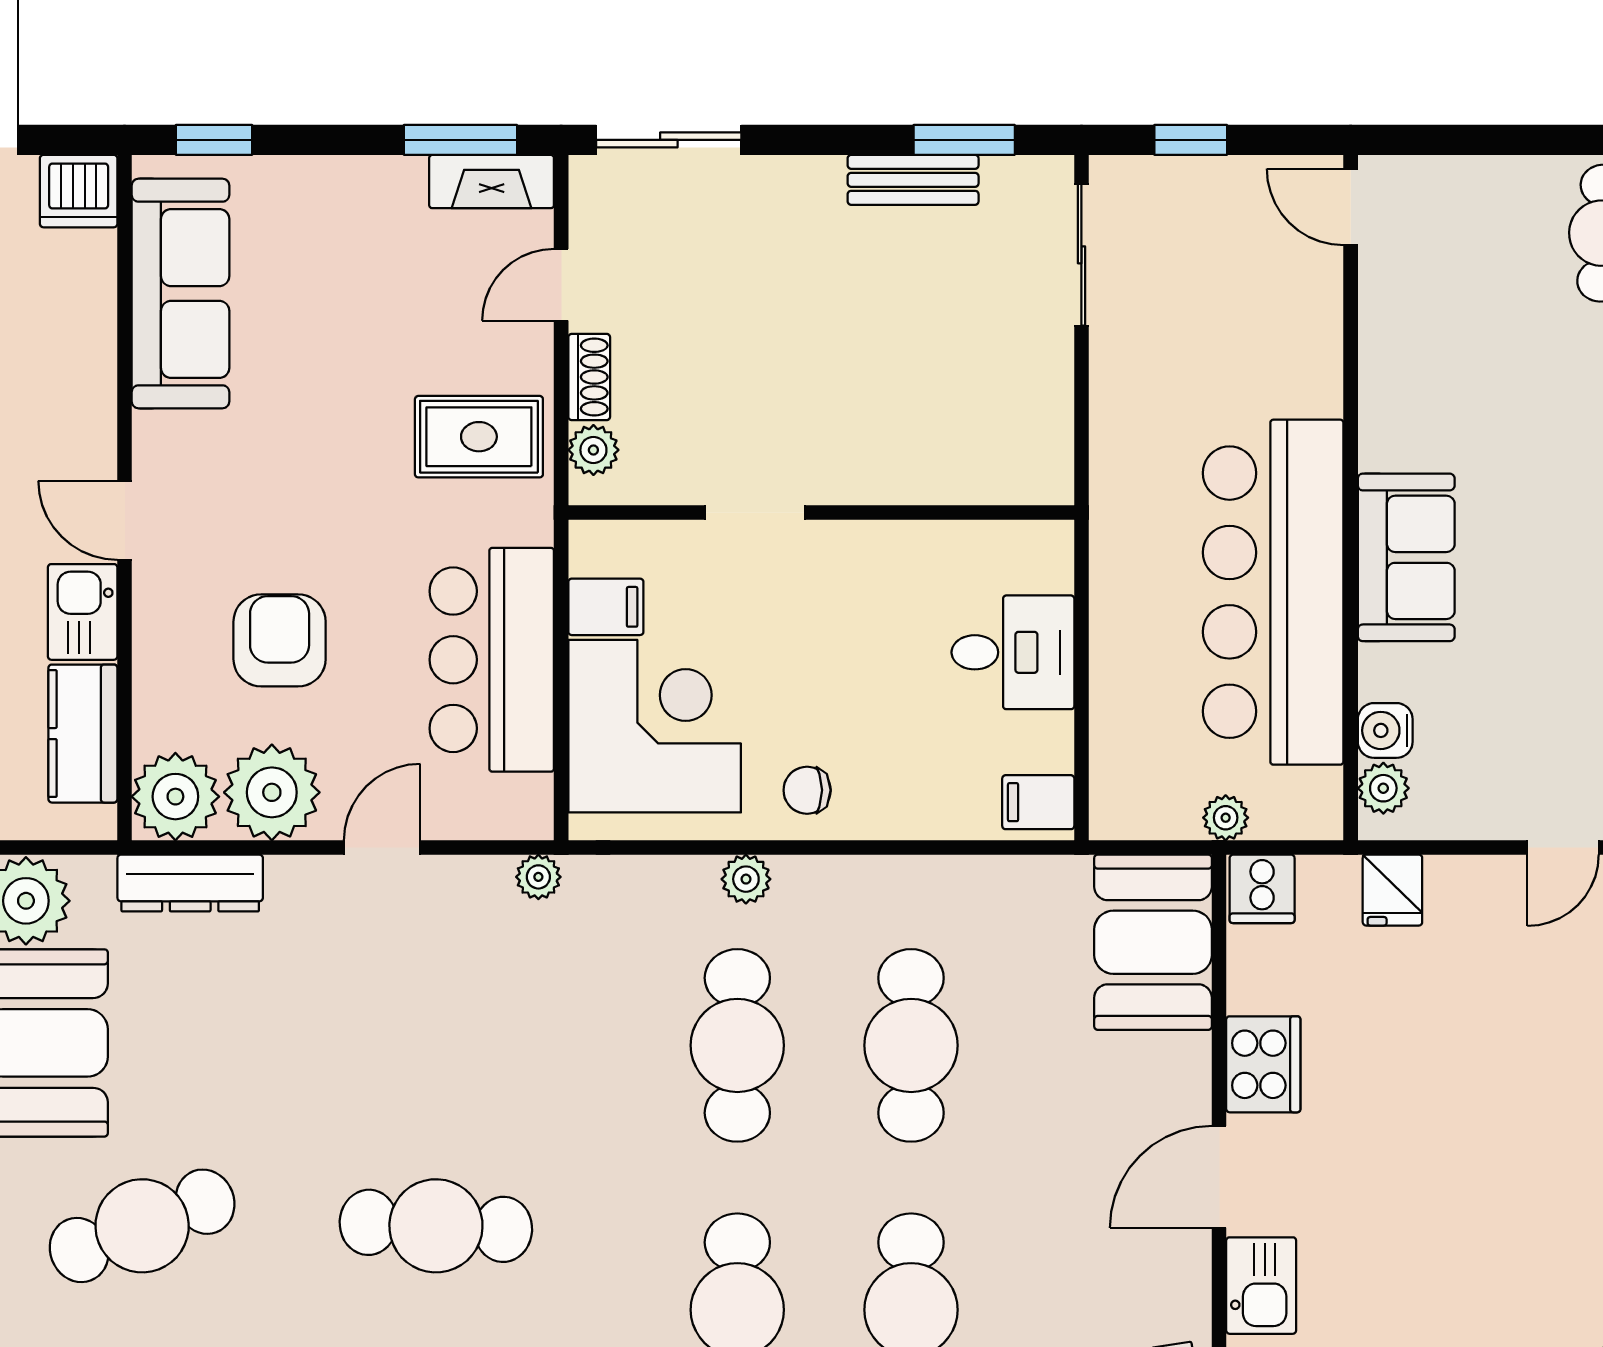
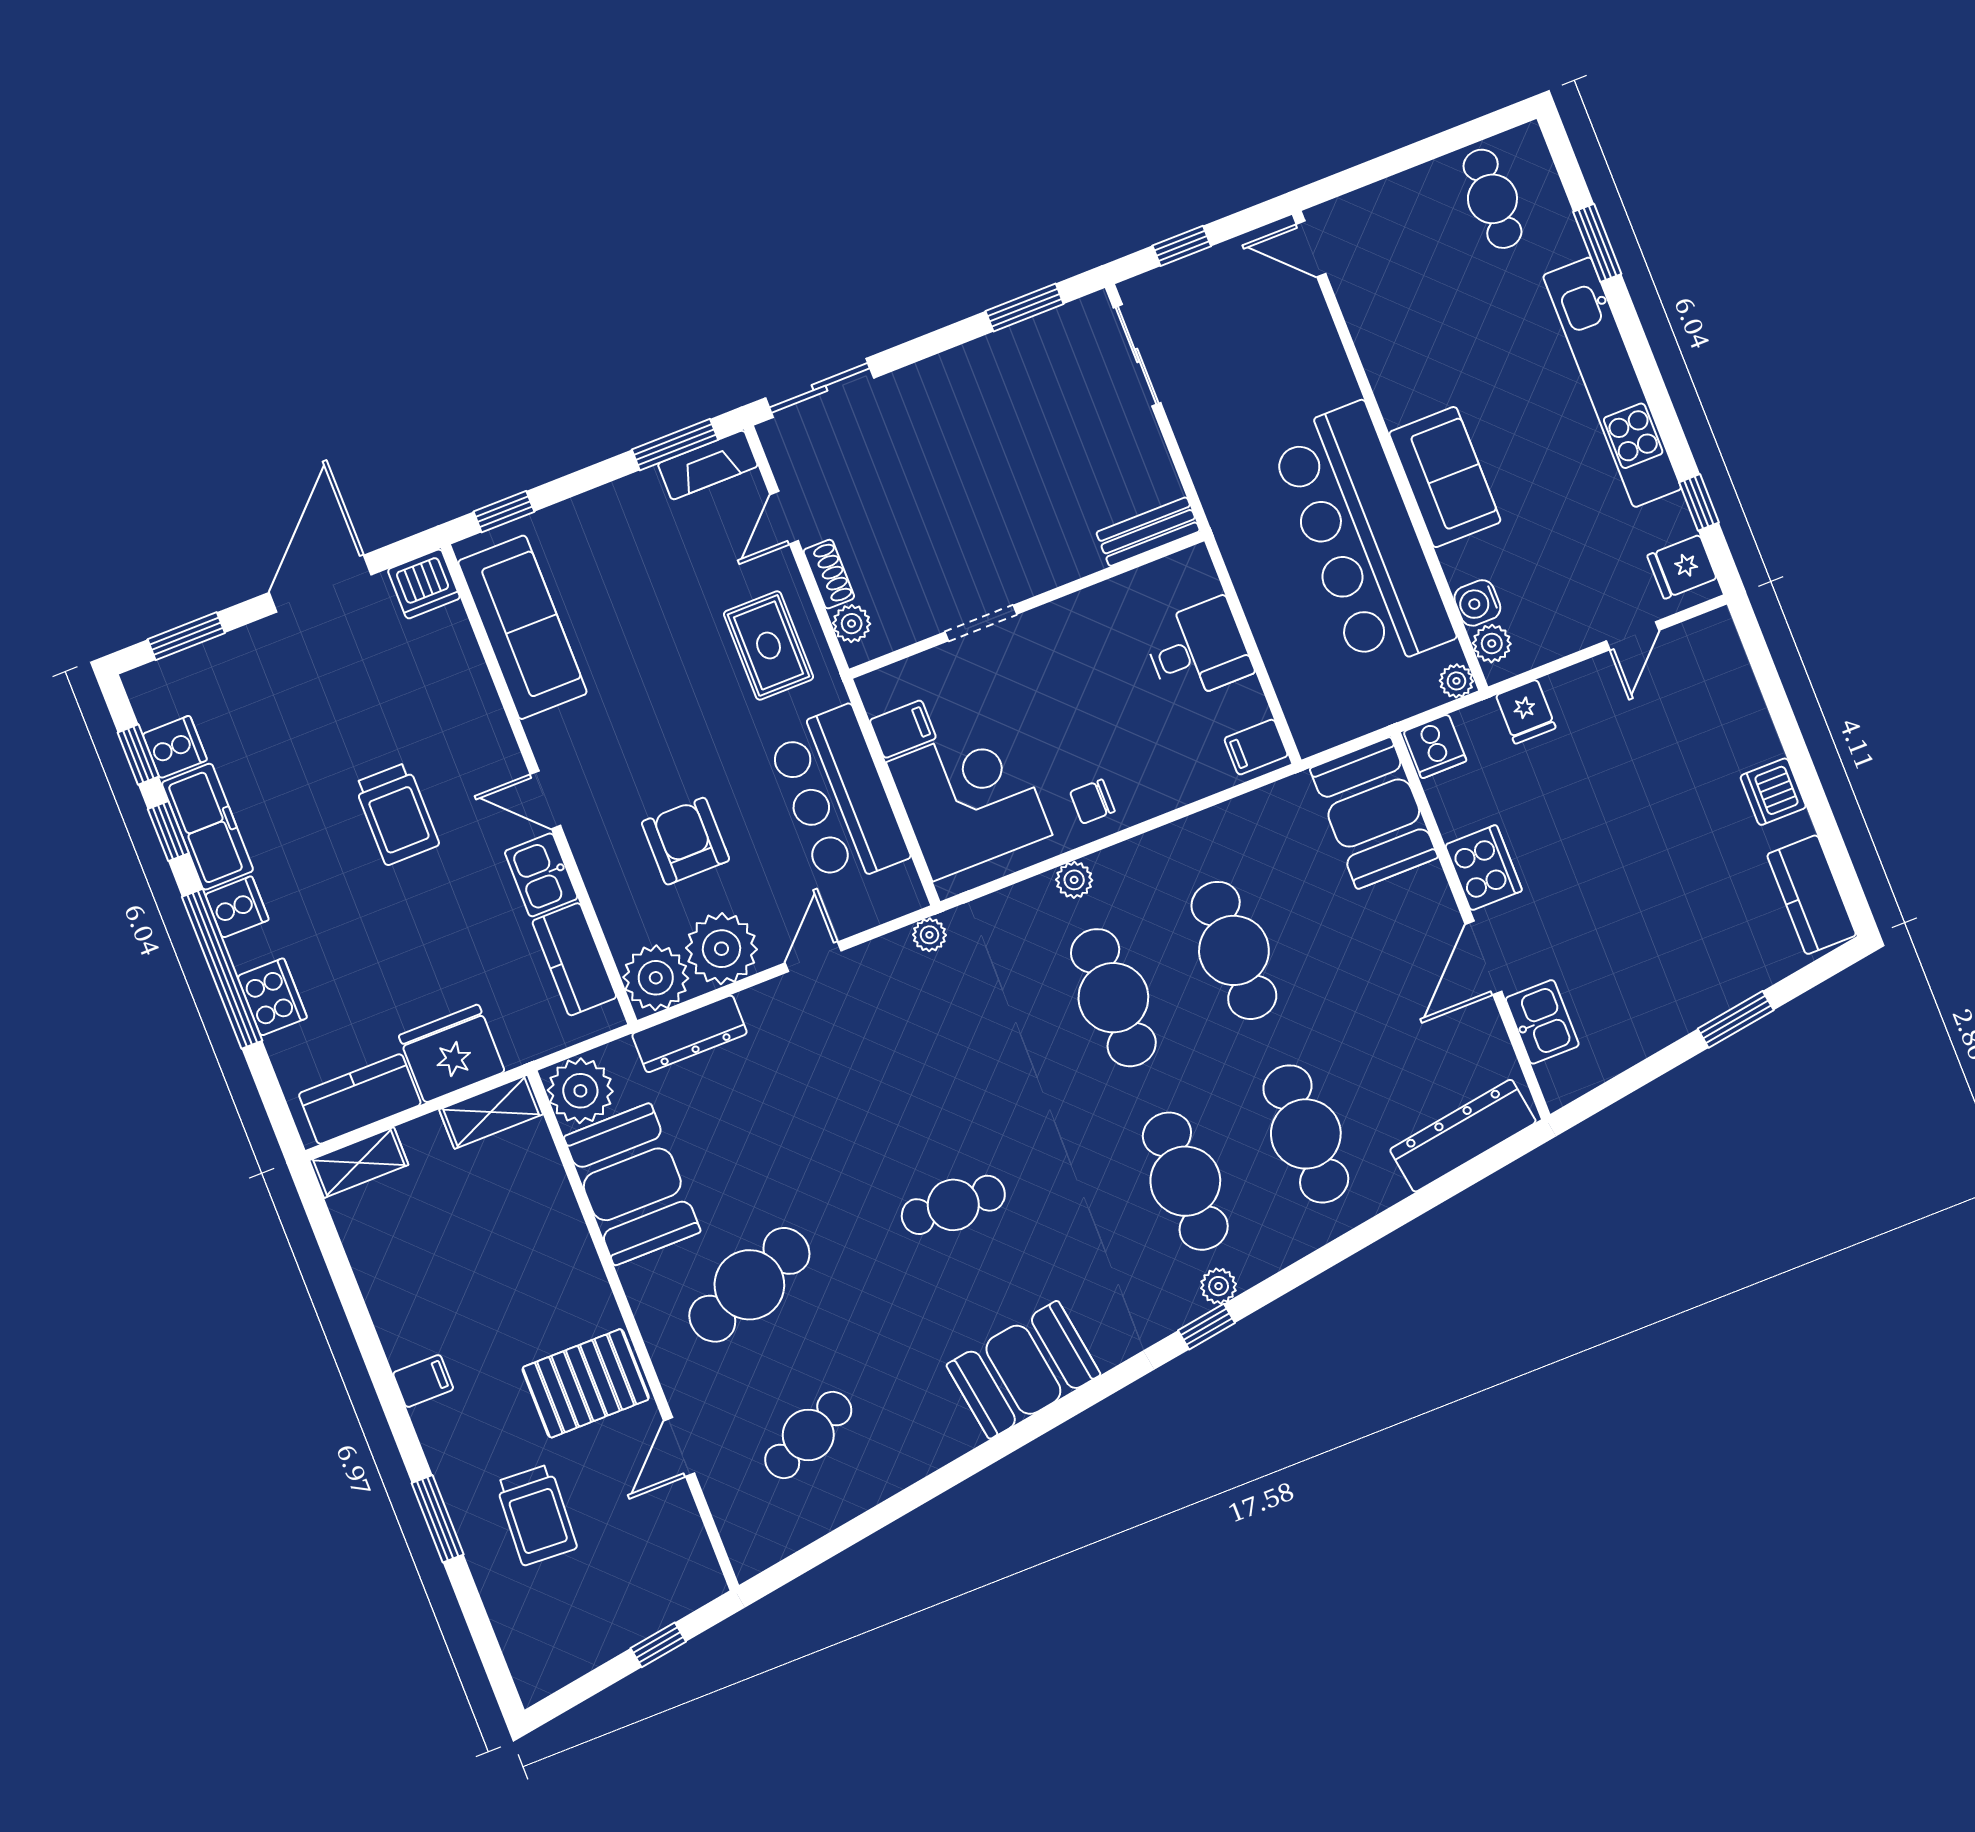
bench: (913, 180) -> (1148, 532), moved
rug: (479, 437) -> (769, 645), turned 90
plant: (1226, 818) -> (1456, 681), moved
cafe table: (436, 1226) -> (953, 1205), width x0.73, depth x0.74

